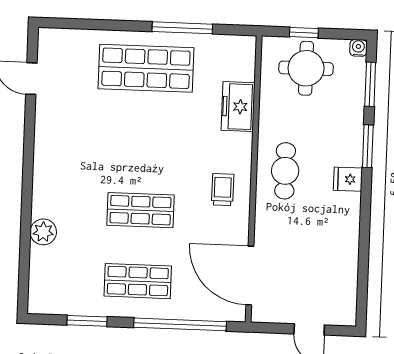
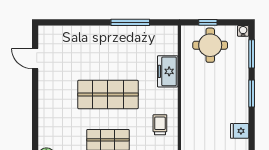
shop shelf: (146, 68) -> (108, 94), moved
cafe table: (285, 171) -> (199, 111), removed
fridge: (348, 179) -> (240, 131), moved

